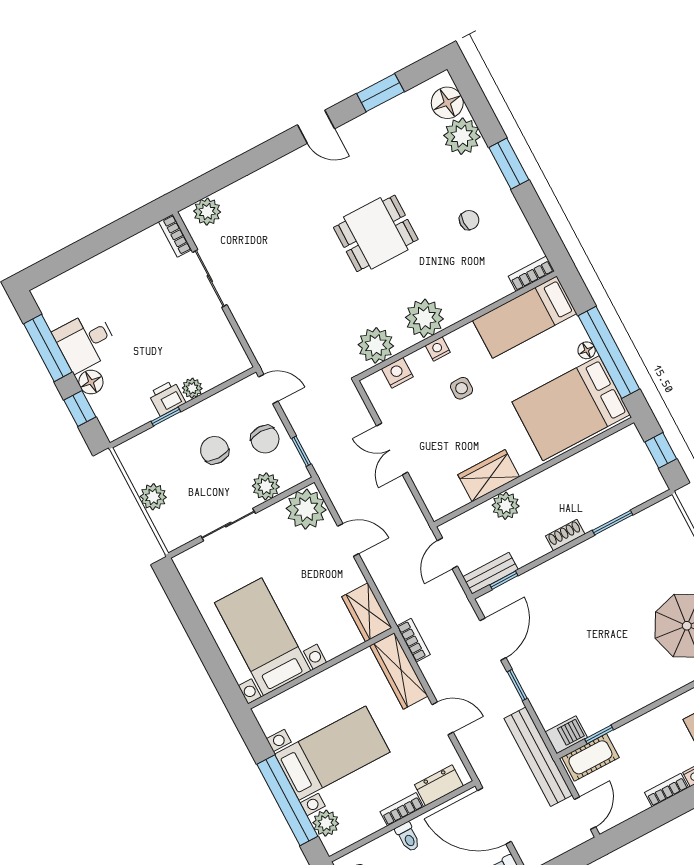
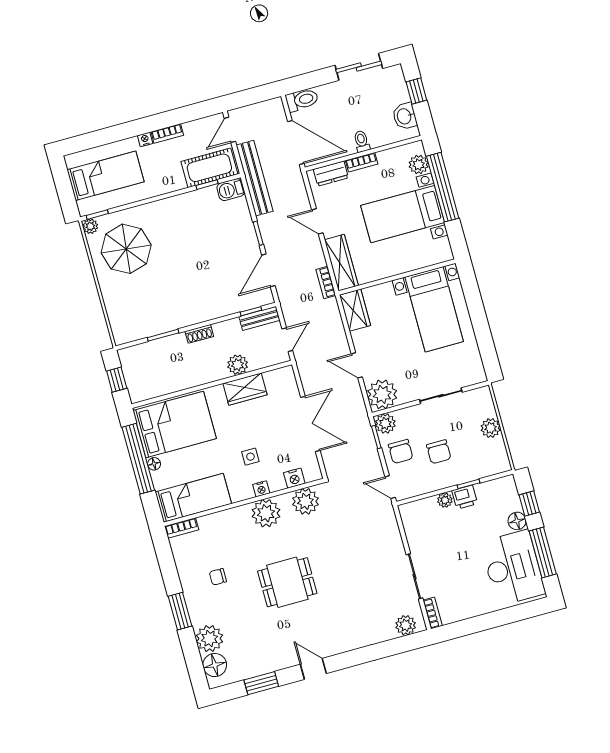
desk: (86, 341) -> (513, 568), width x1.87, depth x1.30
chair: (265, 439) -> (401, 451), turned 180
double door: (392, 449) -> (310, 424), width x1.37
plant: (266, 486) -> (385, 423), moved
cot: (590, 757) -> (209, 168), width x1.37, depth x1.34

